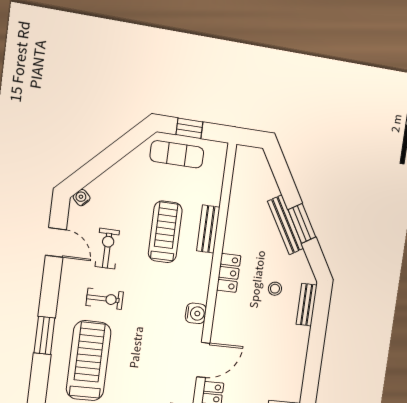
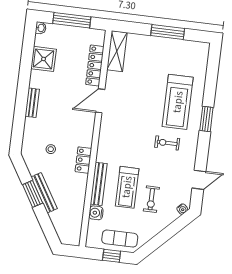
bench: (208, 229) -> (99, 184), width x1.36
door: (56, 242) -> (199, 180), swing flipped
exercise bike: (107, 249) -> (151, 199), moved
bench: (307, 305) -> (32, 103), moved
water cooler: (196, 313) -> (96, 213), moved

